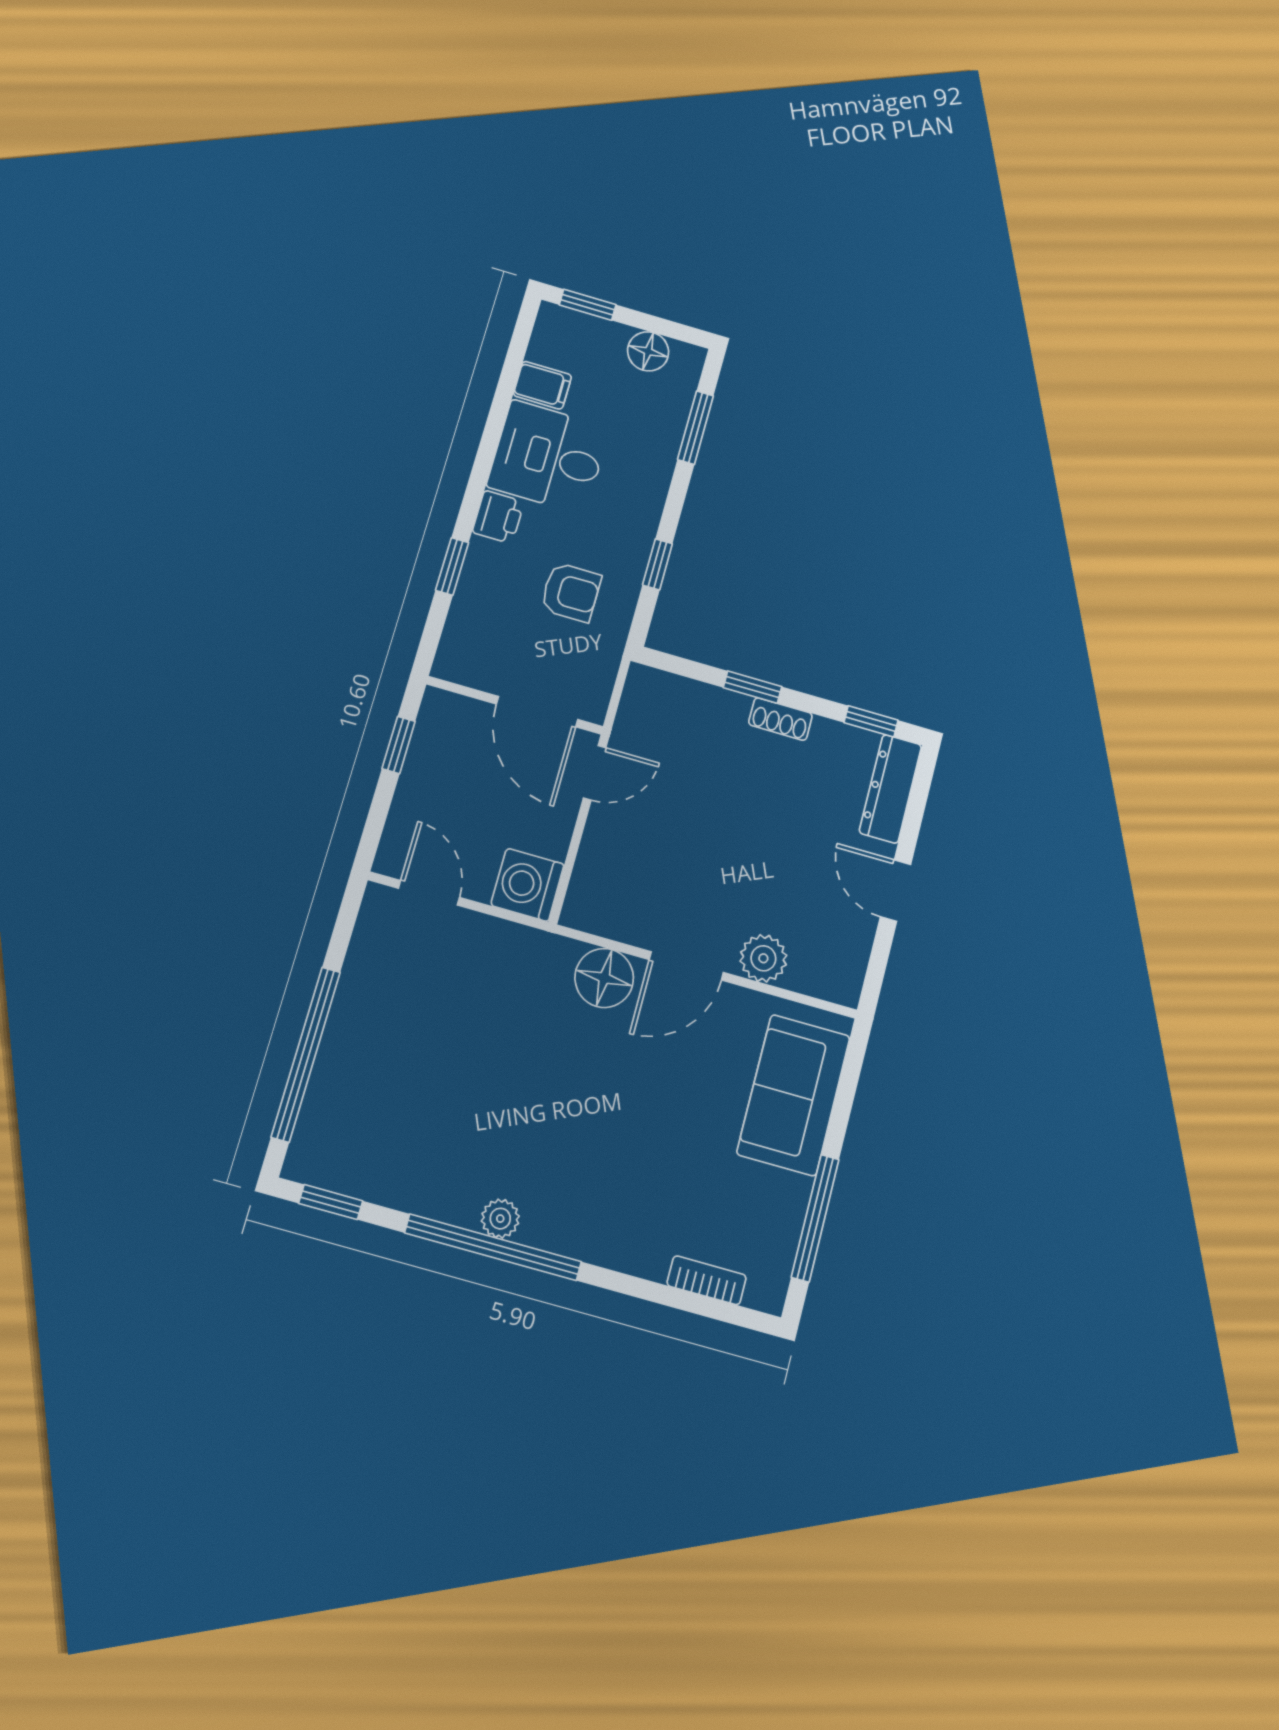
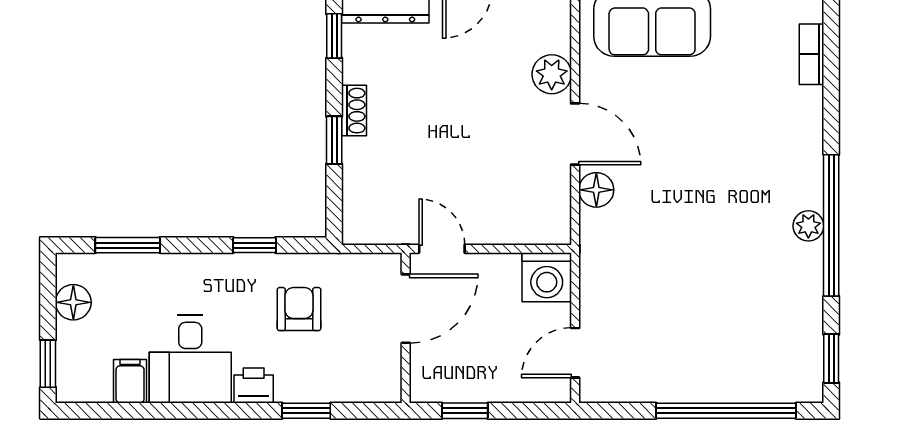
floor lamp: (604, 978) -> (596, 190), width x0.73, depth x0.73

